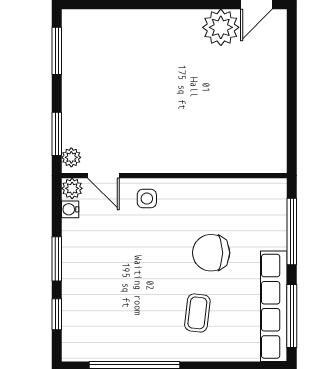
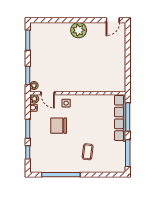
plant: (221, 27) -> (79, 30), moved
chair: (211, 253) -> (59, 126), moved
row of seats: (274, 306) -> (120, 118), moved

